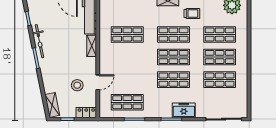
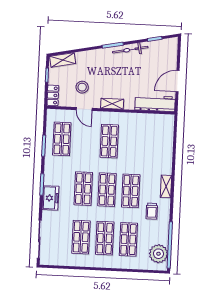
shop shelf: (127, 34) -> (109, 141), moved
shelving: (92, 46) -> (112, 104), moved

